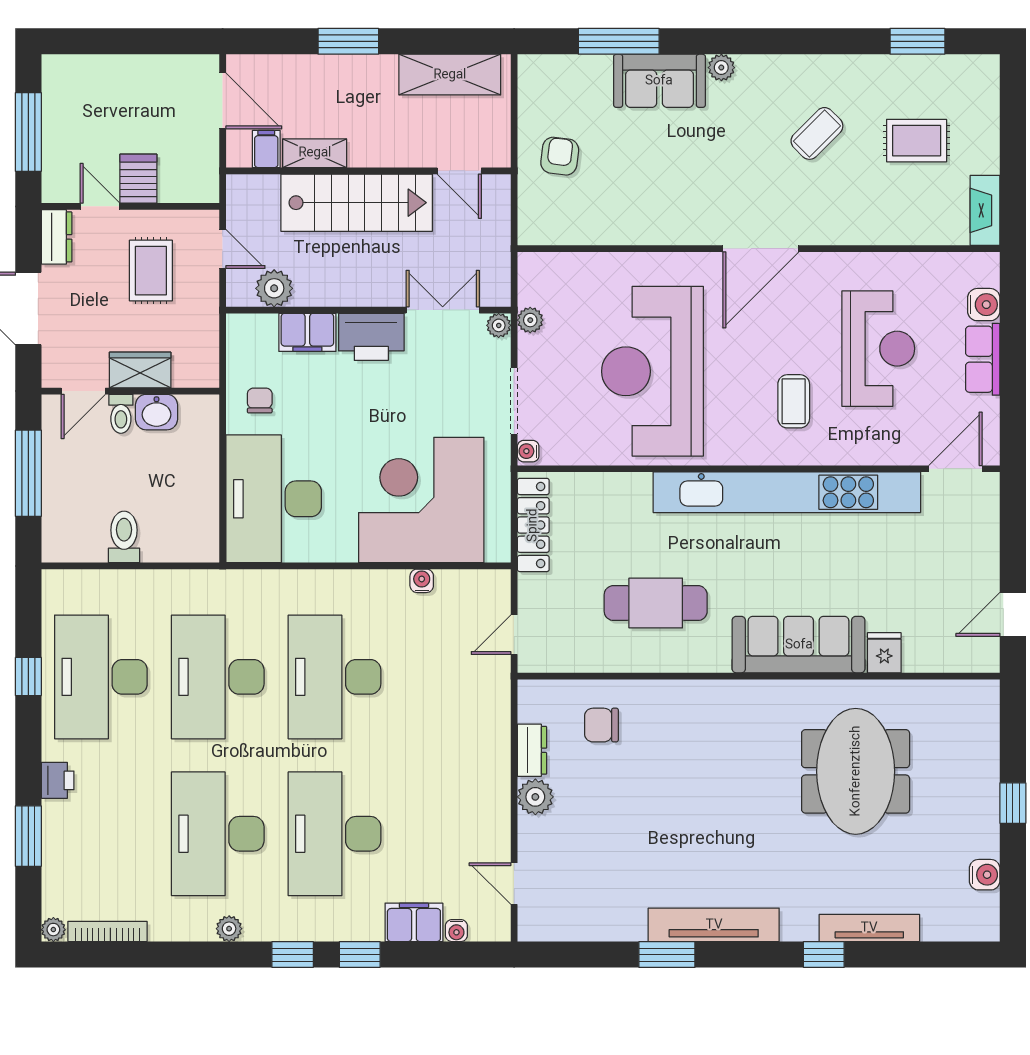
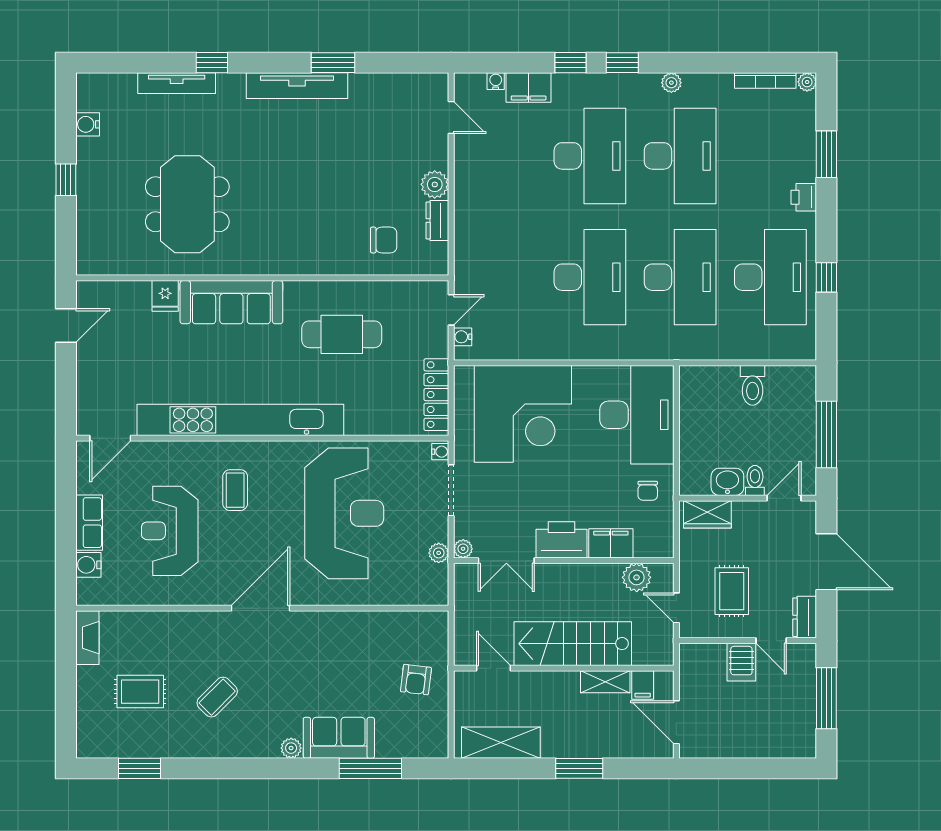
wardrobe: (140, 370) -> (707, 514), moved
water cooler: (422, 581) -> (463, 337), moved, turned 90

